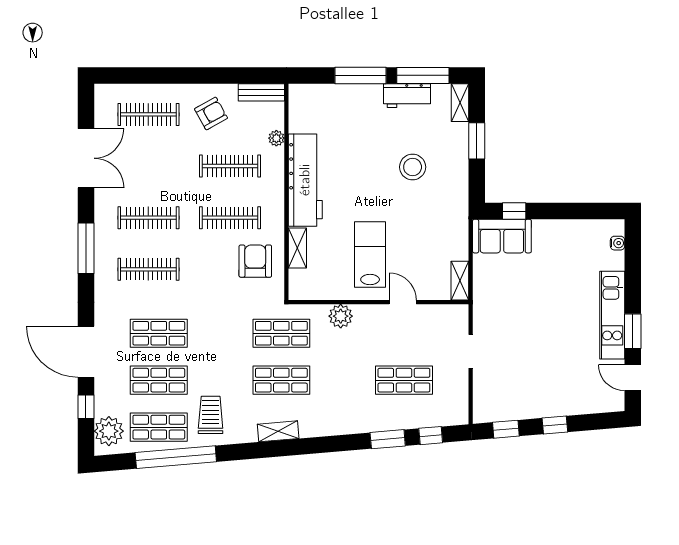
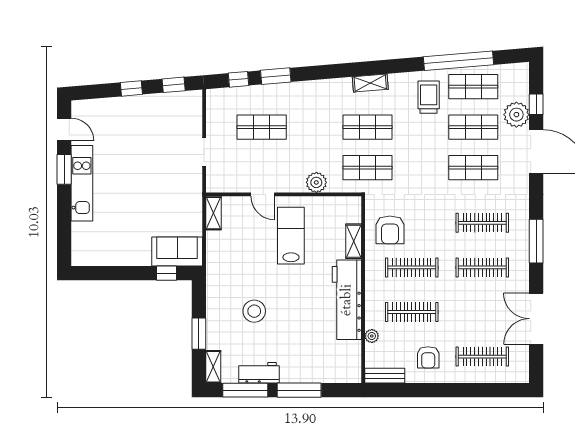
armchair: (211, 113) -> (428, 357), turned -61
water cooler: (618, 243) -> (77, 245), removed
lab bench: (370, 254) -> (291, 236), turned 180
trolley: (211, 415) -> (429, 97), turned 180
plant: (109, 431) -> (516, 115), moved

